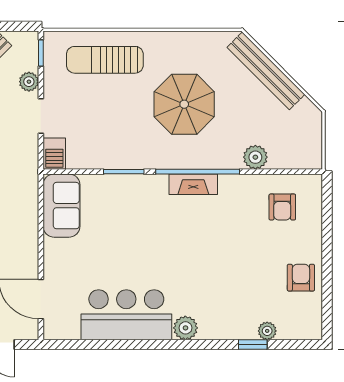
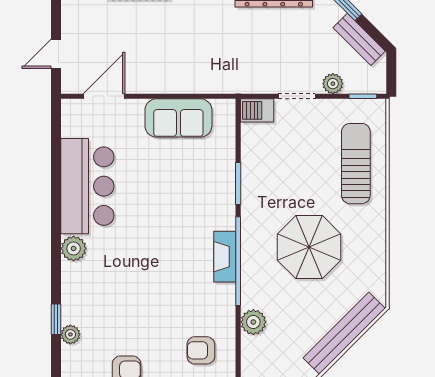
sofa: (62, 206) -> (178, 118), moved

